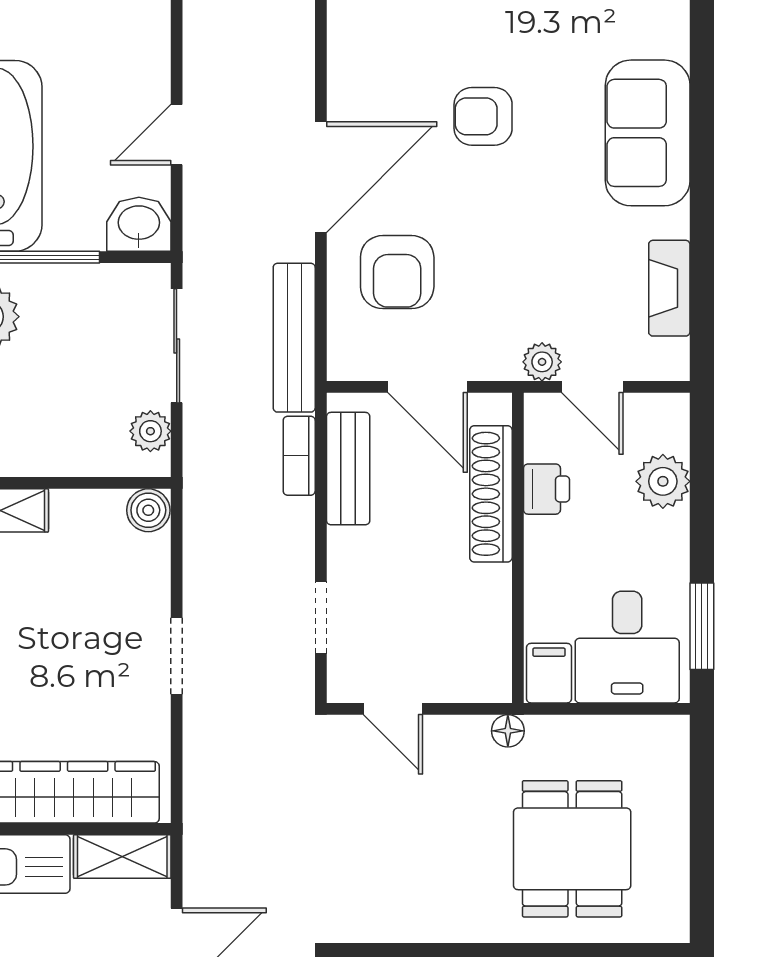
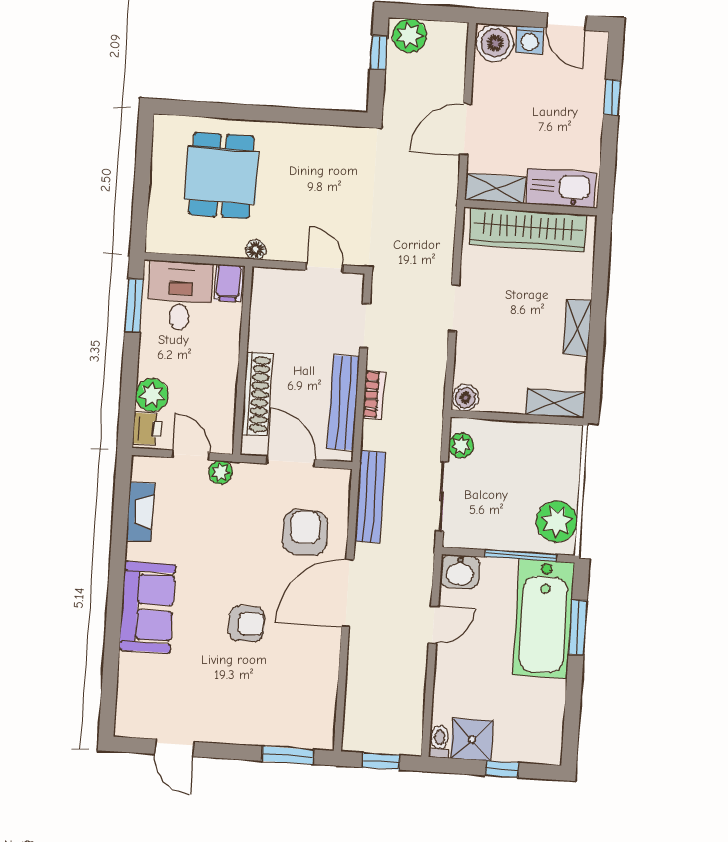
bookcase: (299, 456) -> (374, 395), moved
bench: (348, 469) -> (343, 403), width x1.36
printer: (546, 489) -> (147, 429), moved, turned 180

